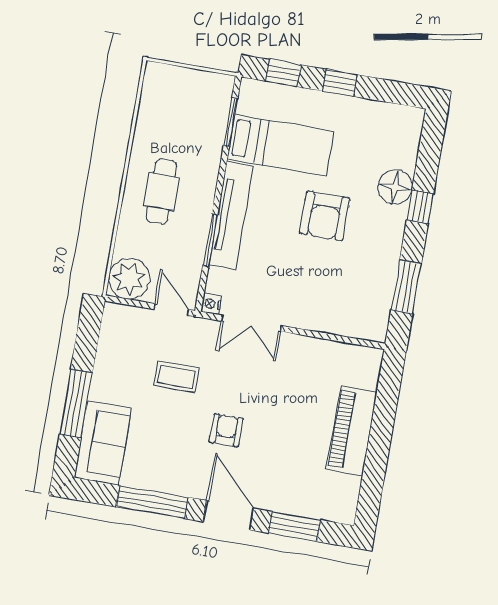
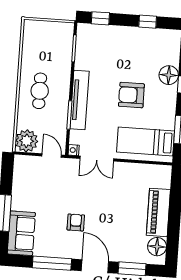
window: (340, 83) -> (148, 22), moved
bed: (281, 145) -> (146, 141), moved, turned 180
armchair: (325, 216) -> (131, 95), turned 90
coffee table: (176, 377) -> (58, 192), removed
armchair: (226, 430) -> (76, 222), moved
floor lamp: (343, 491) -> (157, 247), added

